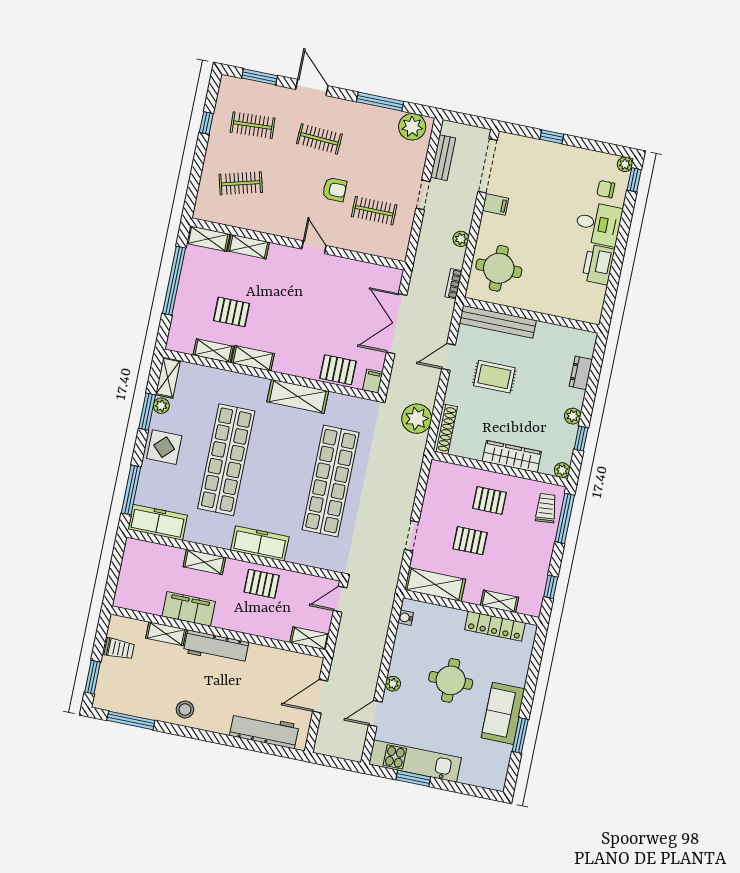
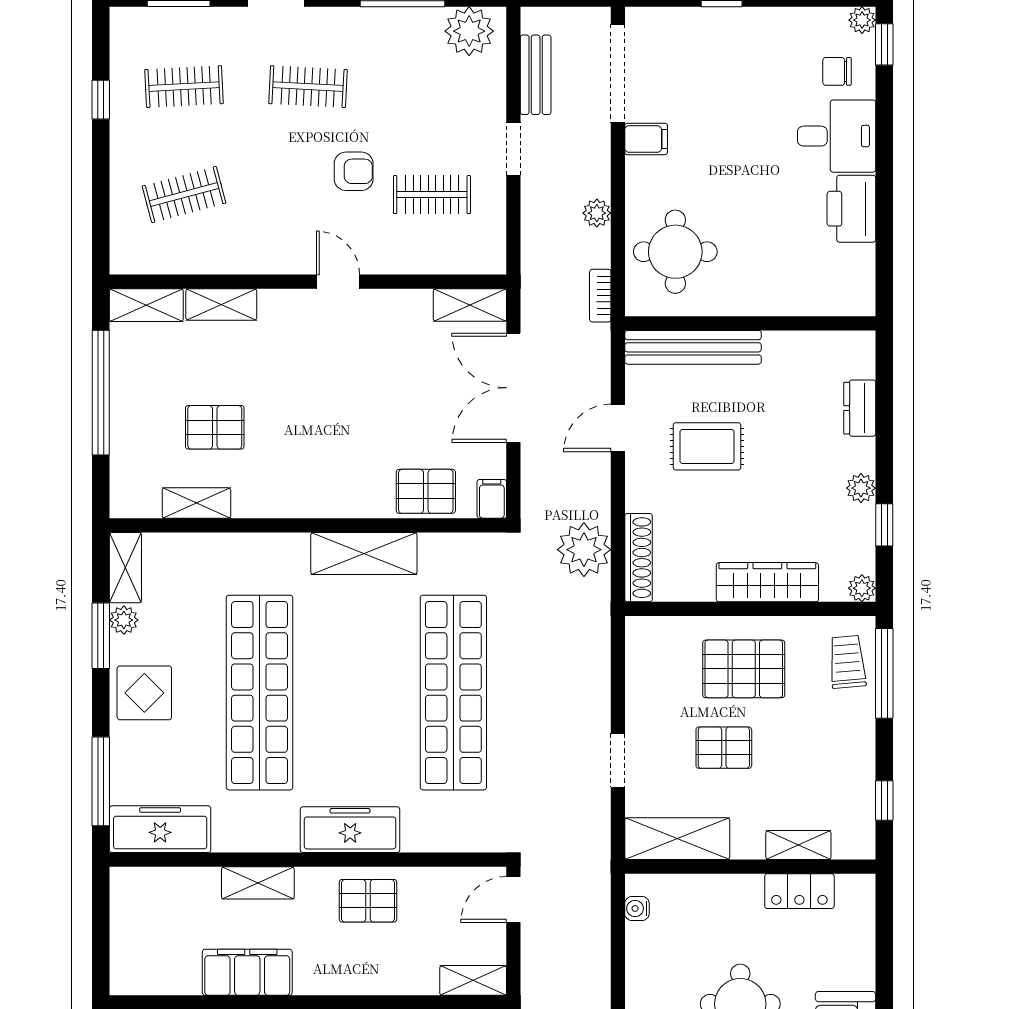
shelving: (253, 358) -> (470, 305), moved
pallet: (490, 500) -> (744, 669), width x1.50, depth x1.42
locker: (495, 626) -> (799, 891), width x0.66

